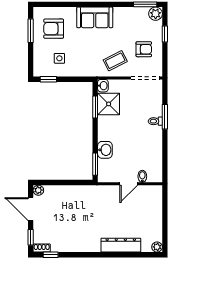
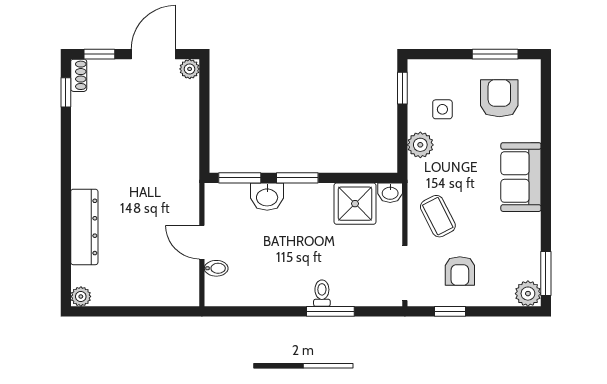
window: (165, 34) -> (450, 311), moved
plant: (78, 70) -> (420, 145), added
window: (95, 107) -> (297, 178), moved

